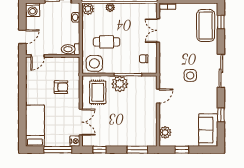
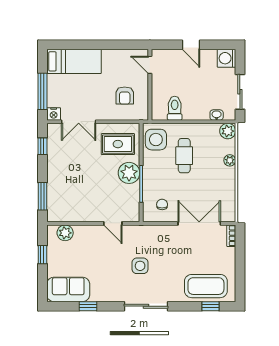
double door: (158, 31) -> (199, 223), width x1.37
door: (38, 56) -> (150, 65), moved
wall: (53, 56) -> (150, 85), moved

